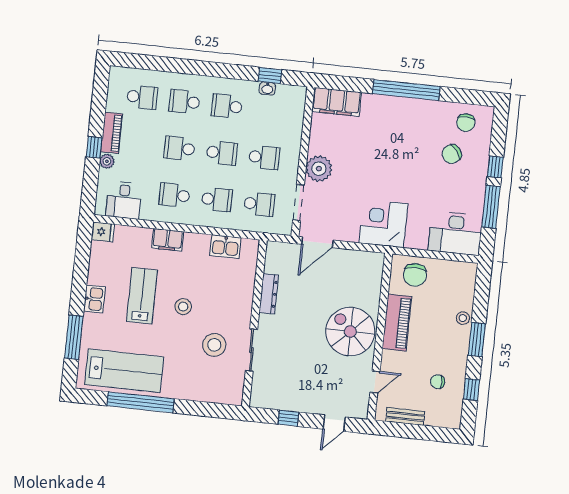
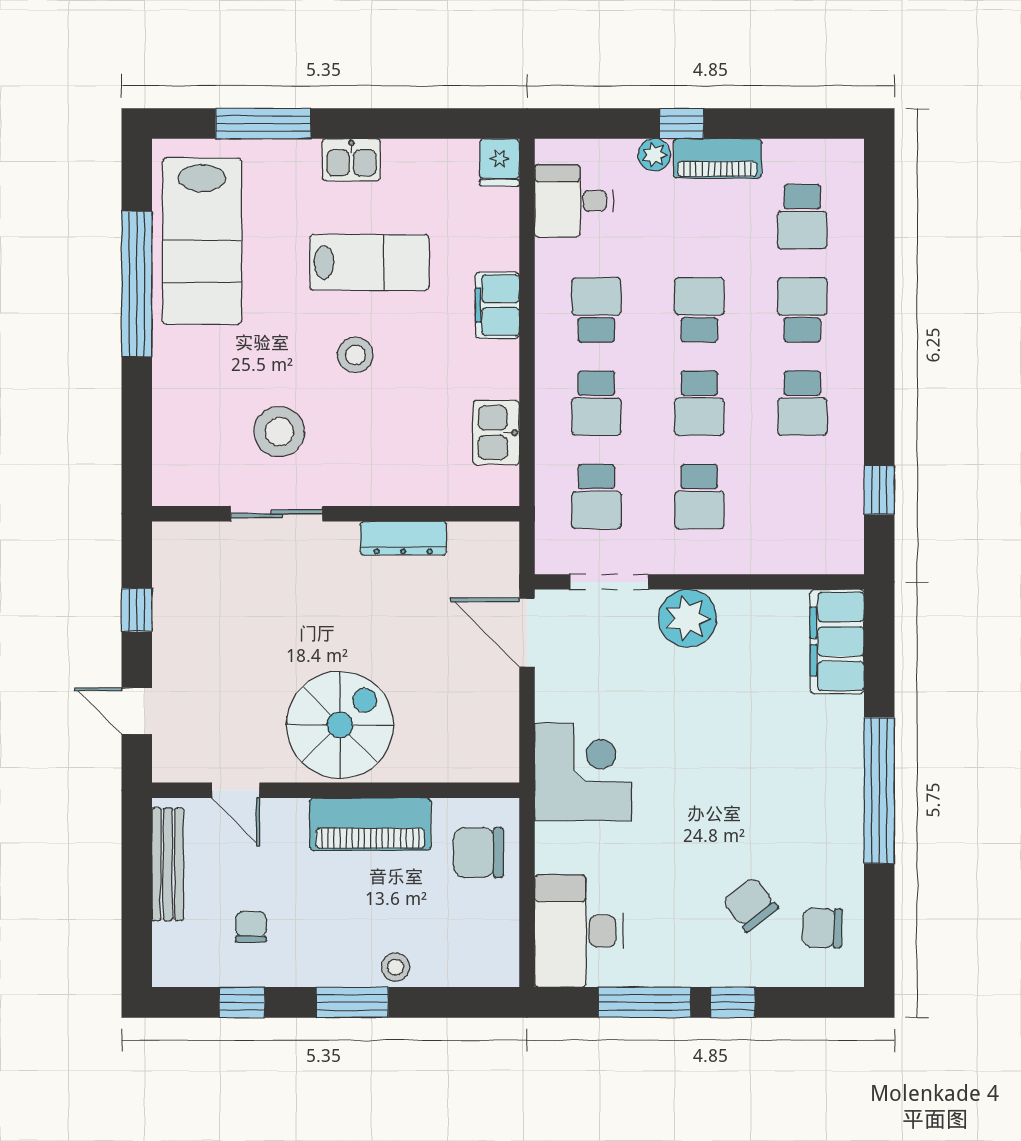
washbasin: (267, 89) -> (850, 487), removed
school desk: (227, 106) -> (802, 403), turned 180
bench: (405, 416) -> (168, 864), width x1.36

